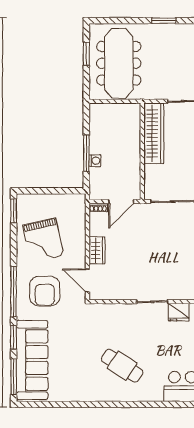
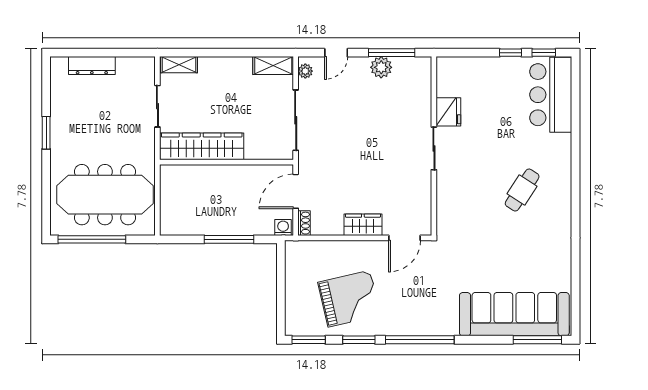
window: (86, 54) -> (92, 239), width x2.11
washing machine: (95, 161) -> (283, 227), moved
door: (121, 202) -> (296, 191), swing flipped
armchair: (45, 291) -> (419, 297), removed
window: (14, 337) -> (359, 340), moved
cafe table: (122, 366) -> (522, 190), width x0.73, depth x0.74

